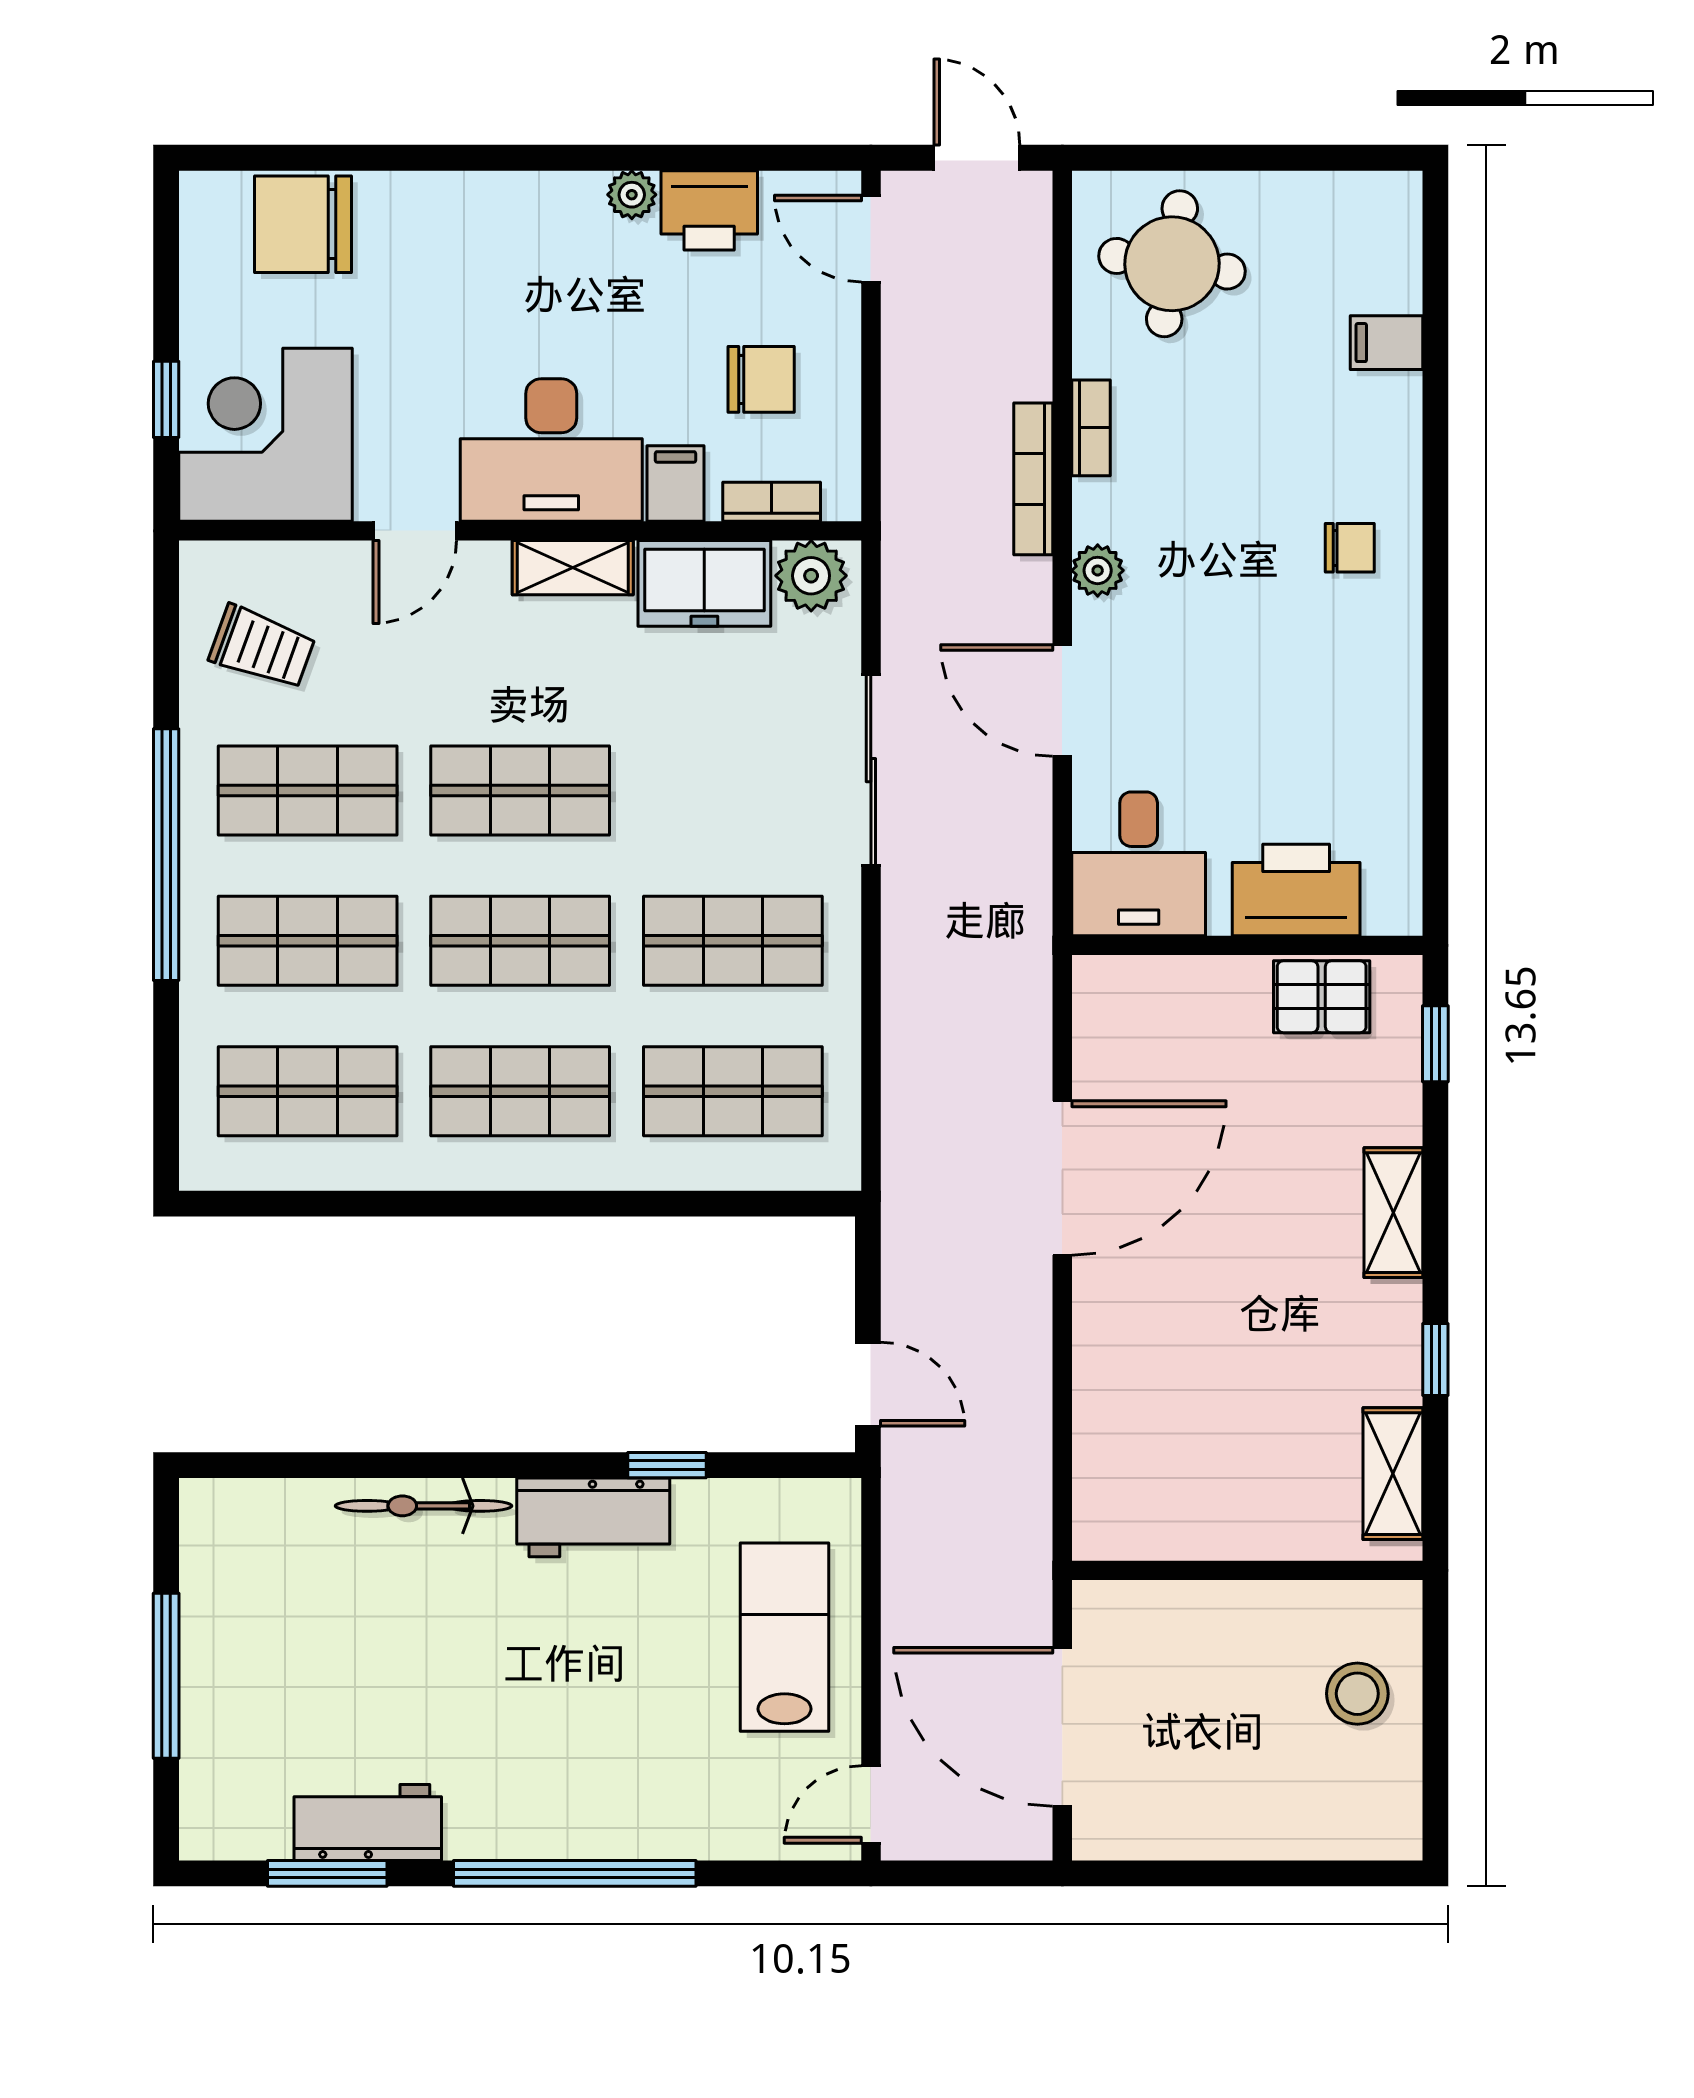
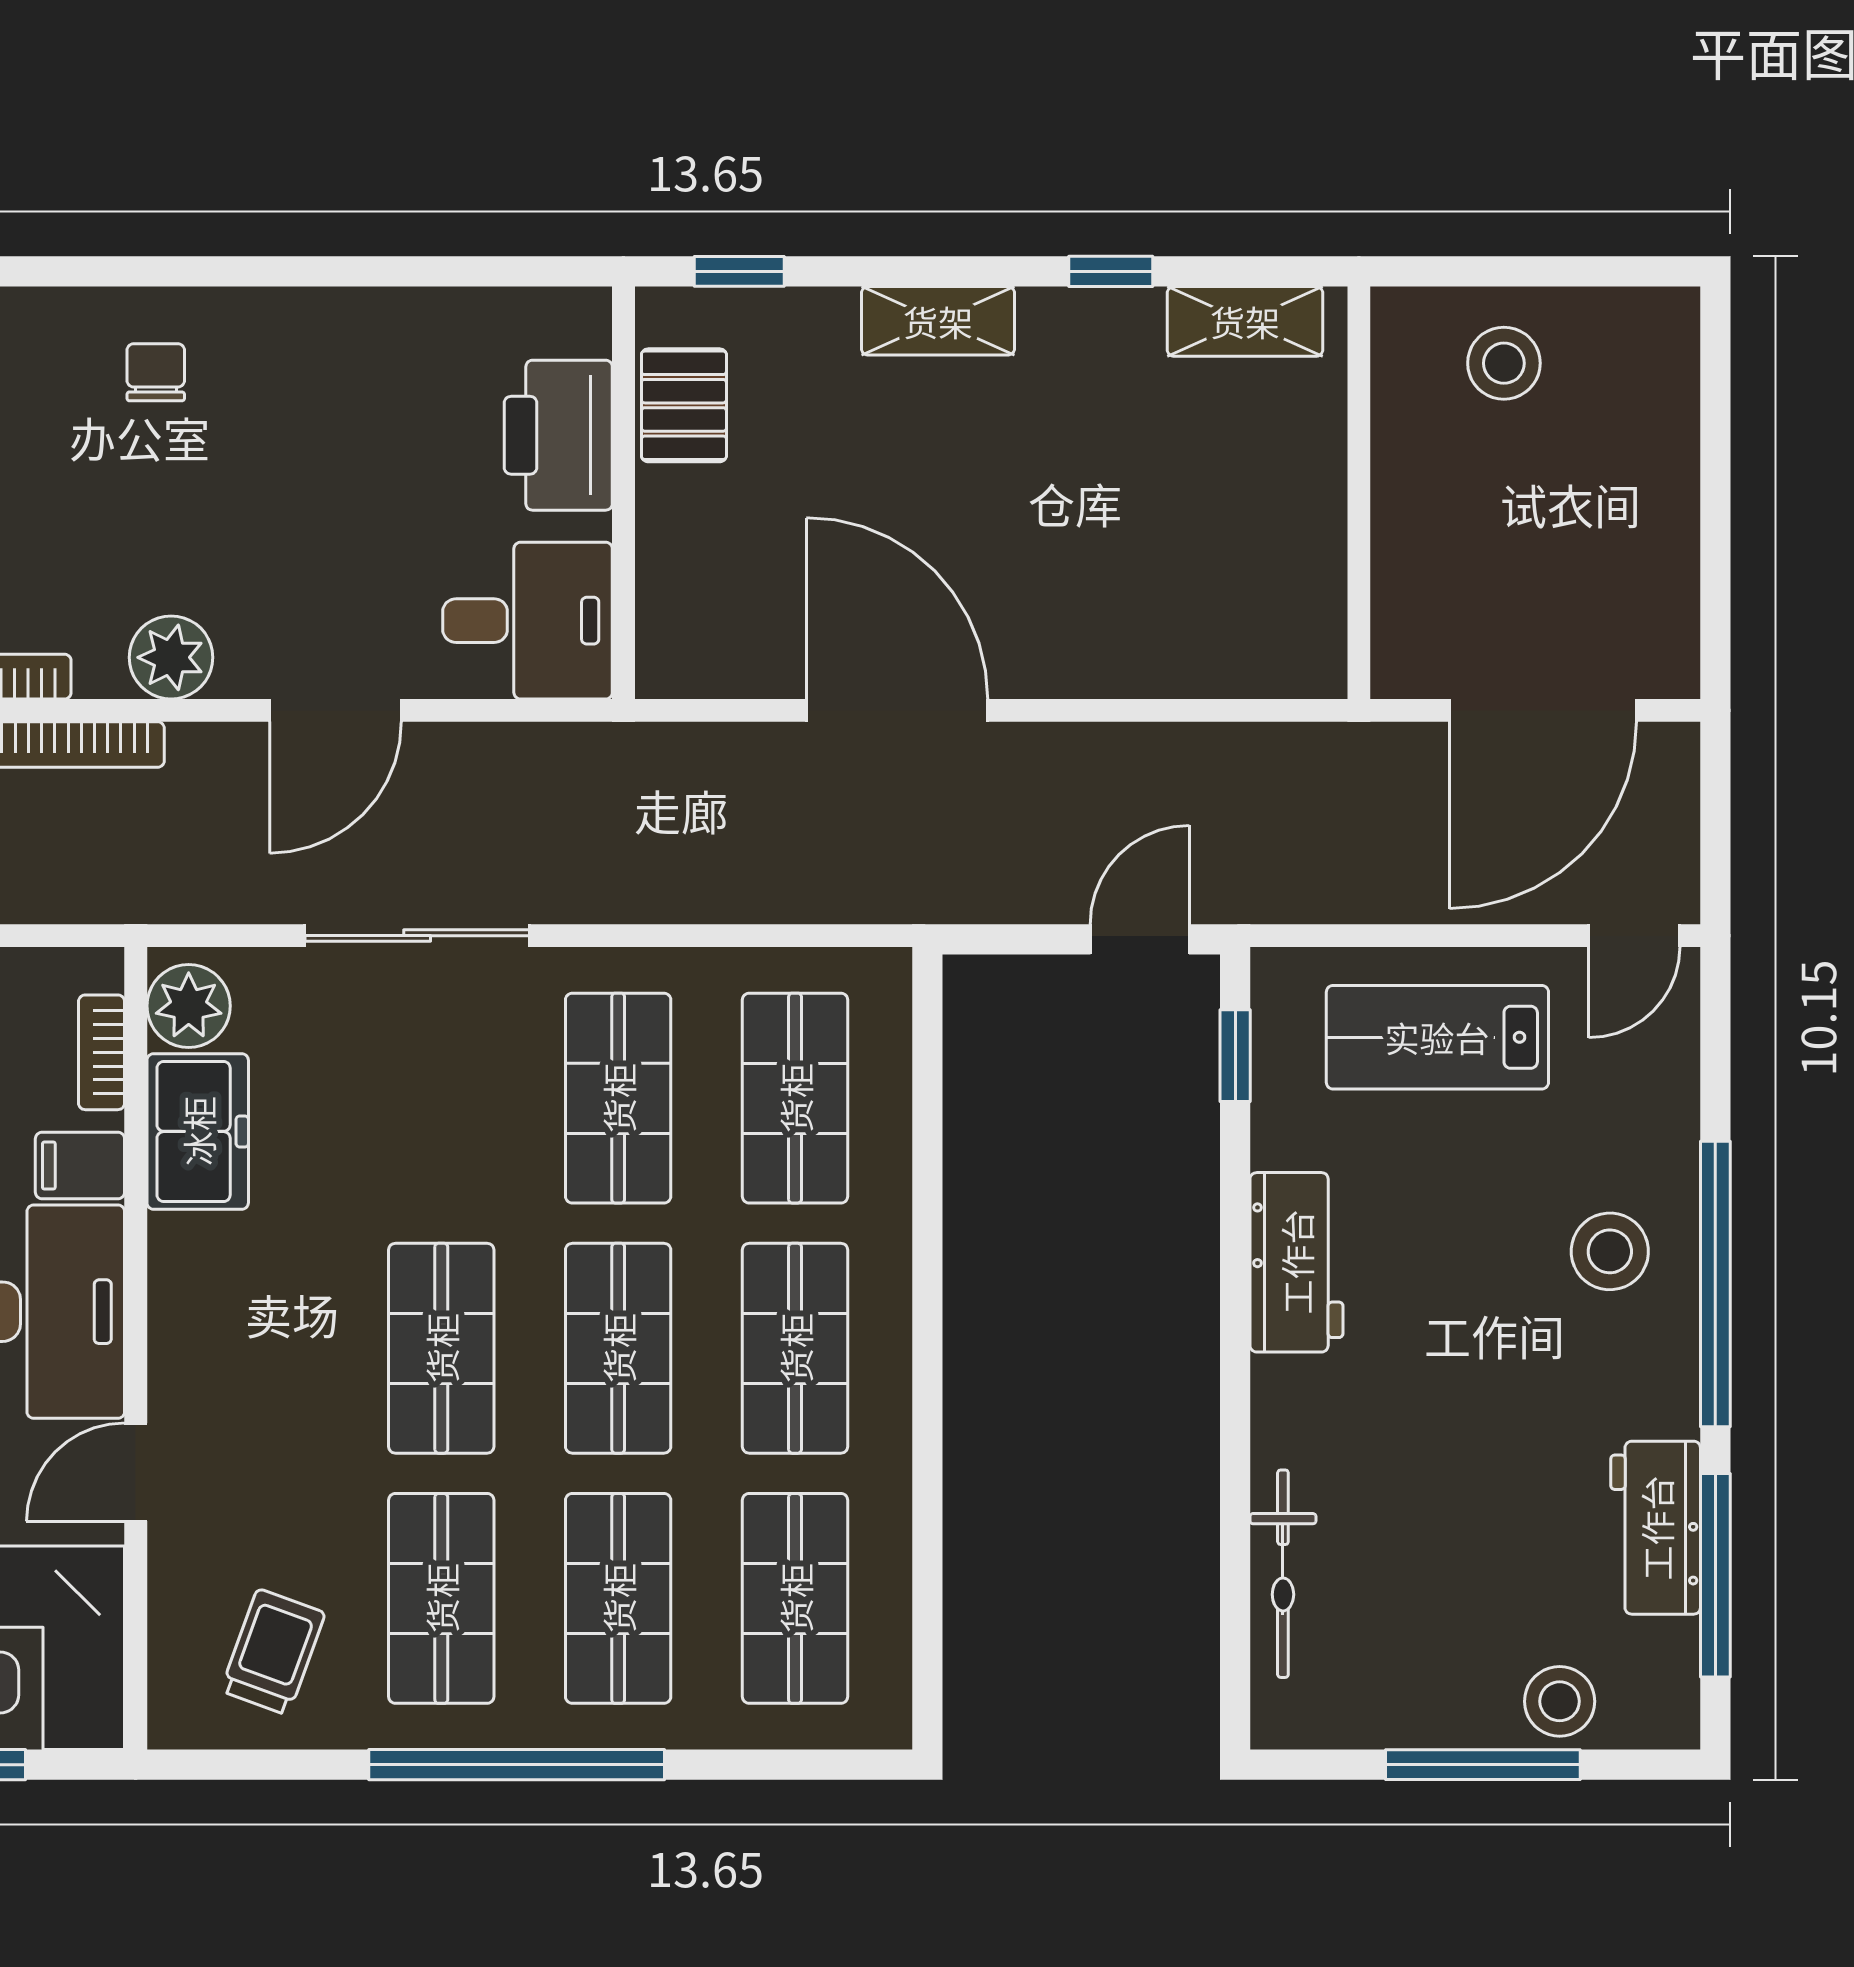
door: (415, 531) -> (136, 1472), swing flipped
shelving: (573, 568) -> (179, 1286), removed
plant: (1098, 570) -> (171, 657), width x1.38, depth x1.38
window: (667, 1465) -> (1235, 1056), moved
bicycle: (424, 1506) -> (1283, 1574), moved
stool: (220, 1741) -> (1560, 1701), added
stool: (603, 1784) -> (1610, 1251), added
door: (871, 1804) -> (1634, 936), hinge flipped
window: (327, 1873) -> (1715, 1575), width x1.44

